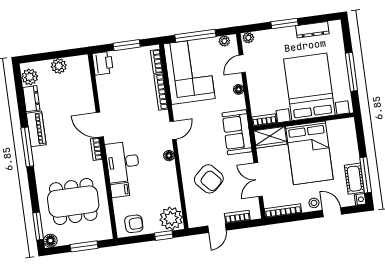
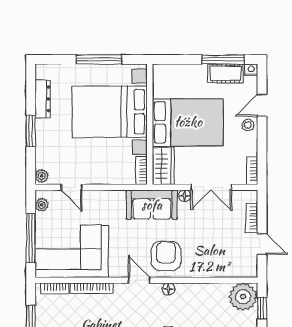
floor lamp: (239, 89) -> (185, 196), moved
armchair: (209, 179) -> (166, 256), moved, turned -48
bookcase: (283, 211) -> (252, 171), width x0.64

